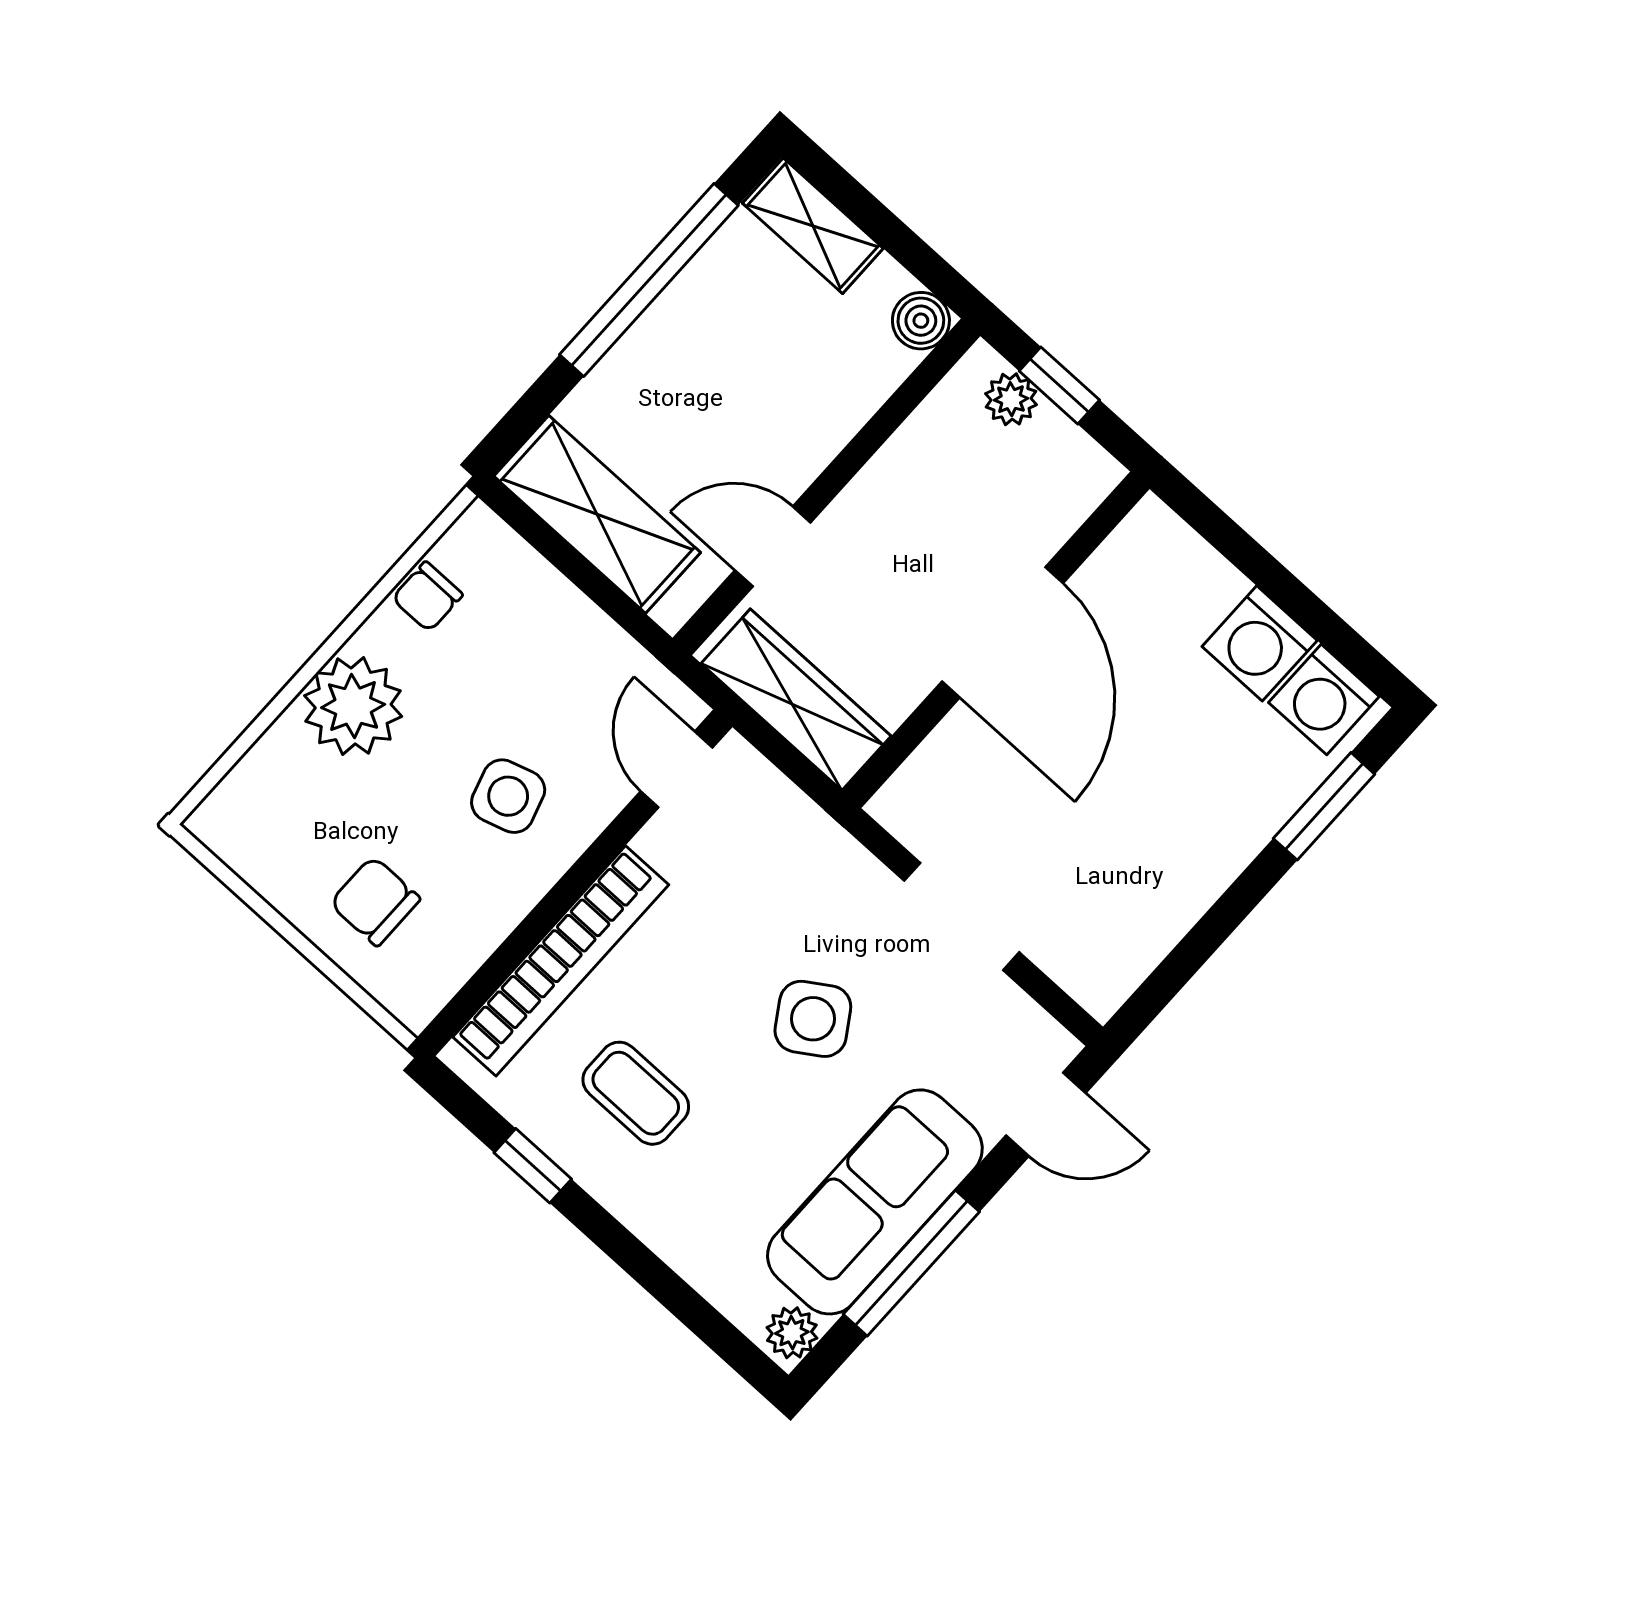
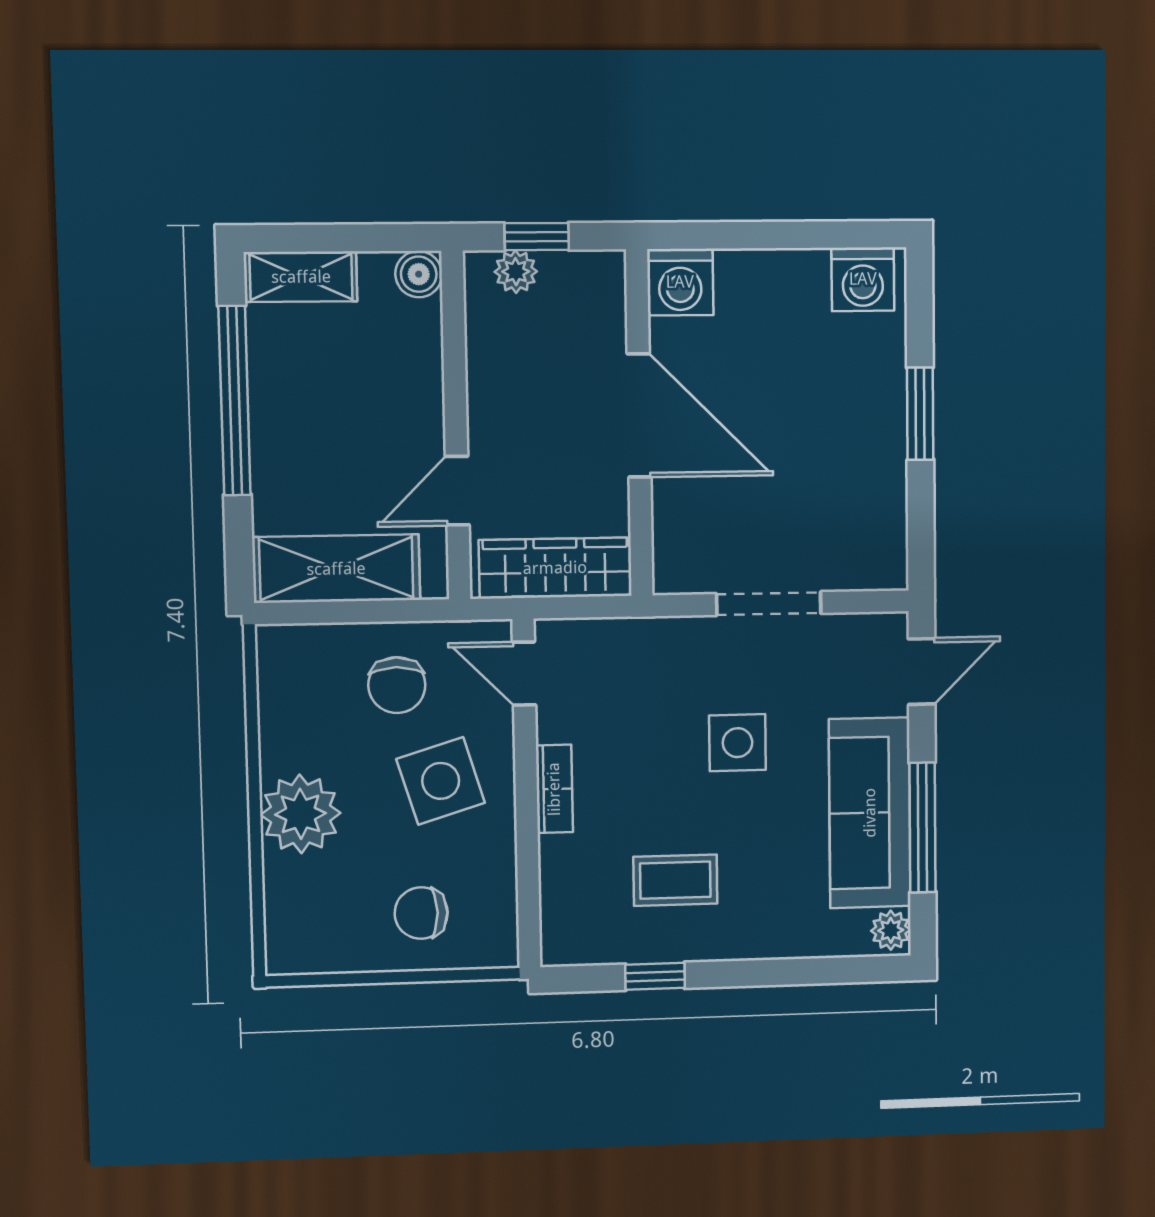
chair: (427, 597) -> (397, 685), moved, width x1.37, depth x1.37
washing machine: (1260, 643) -> (680, 282), moved
side table: (508, 796) -> (441, 781), width x1.37, depth x1.37
window: (1324, 806) -> (920, 414), moved
bookcase: (561, 961) -> (554, 789), width x0.43, depth x0.76
side table: (813, 1019) -> (737, 743), turned 33

